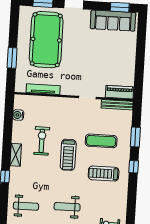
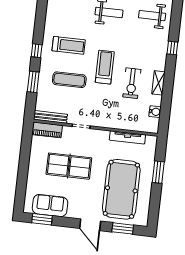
sofa: (113, 21) -> (50, 206), width x0.73
table tennis table: (97, 59) -> (69, 166), added
shelving: (16, 155) -> (158, 83), moved

